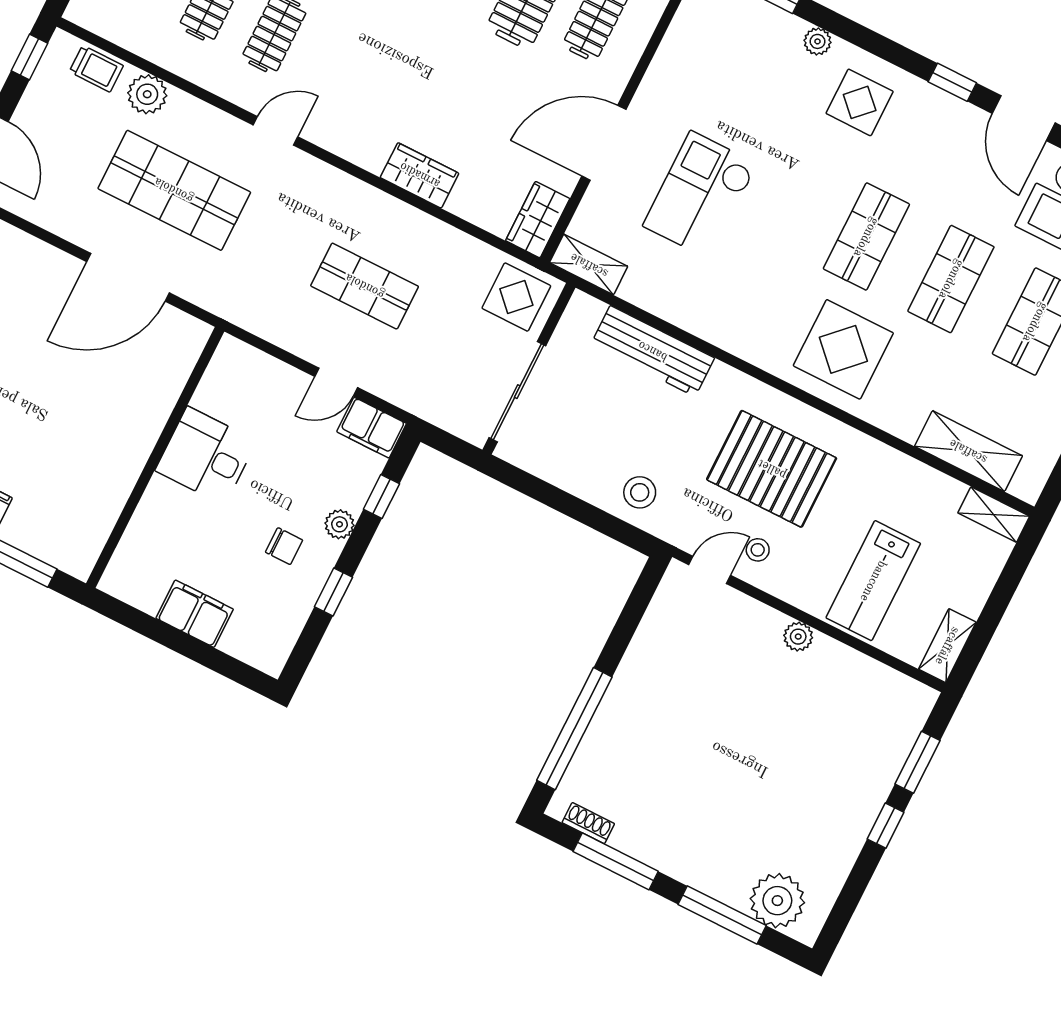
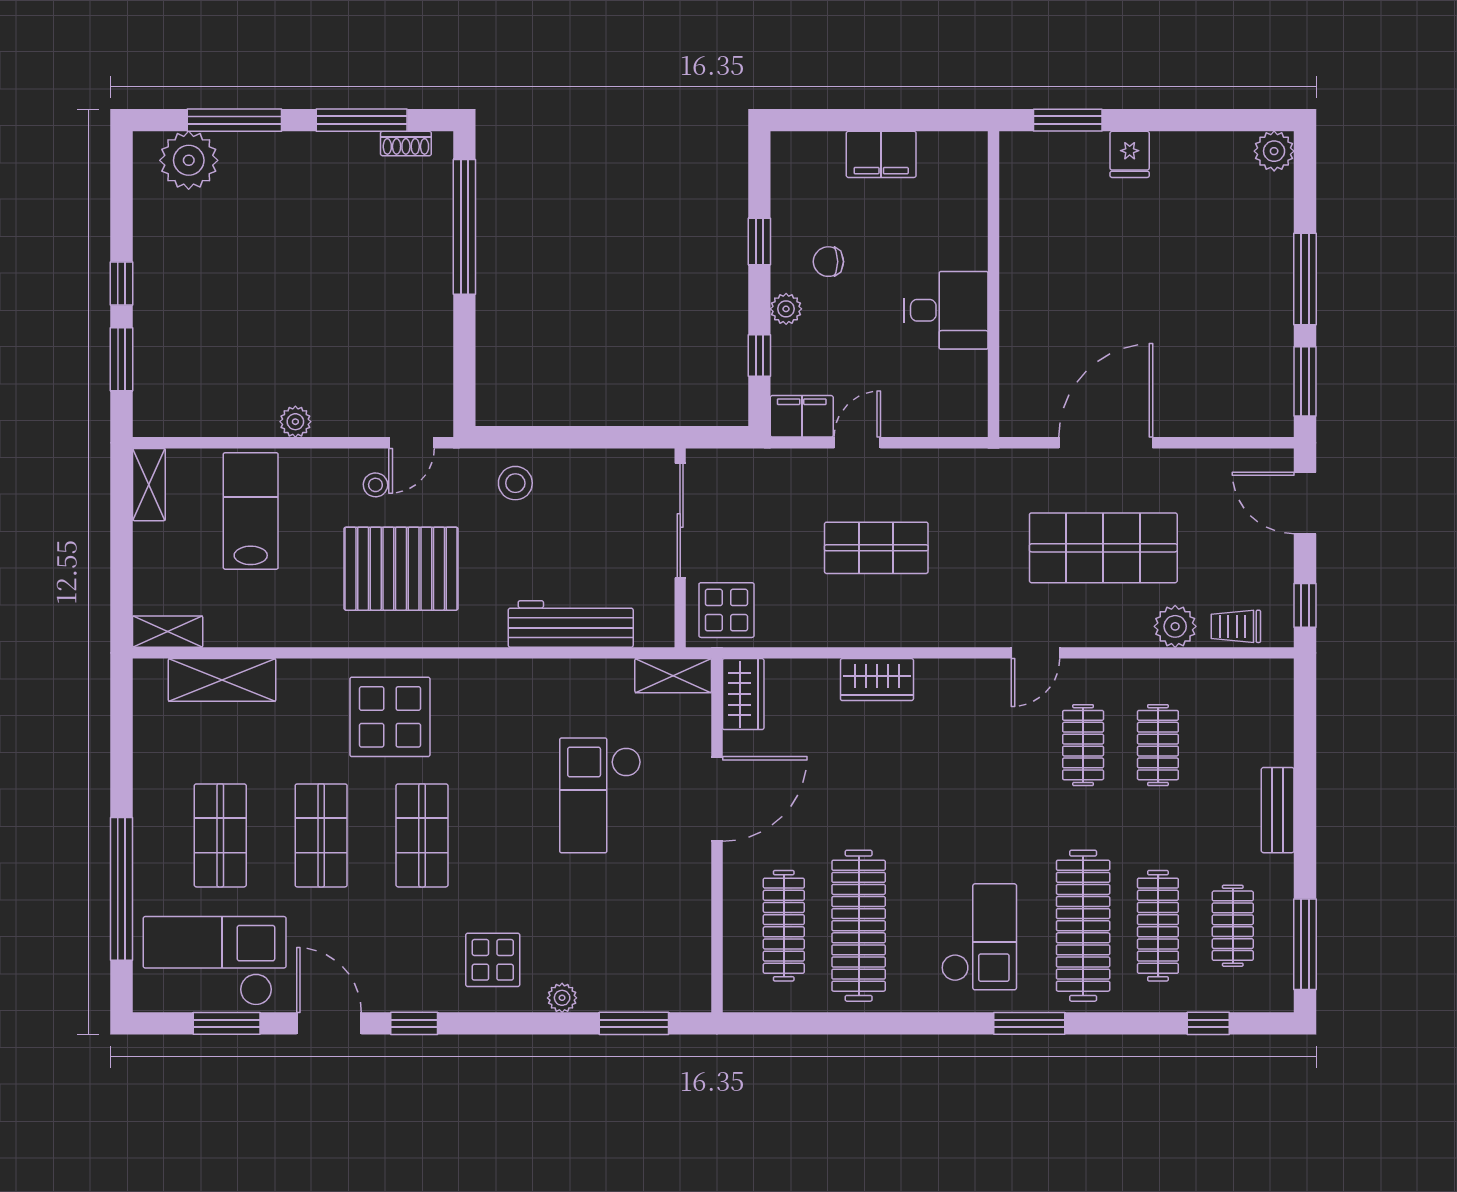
checkout: (700, 195) -> (600, 795), turned 180

